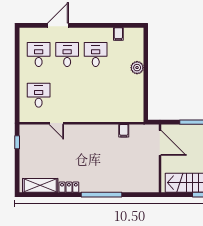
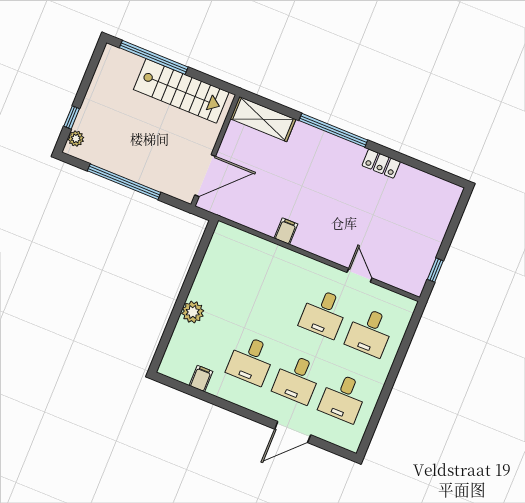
desk: (67, 95) -> (324, 313), added
filing cabinet: (124, 131) -> (286, 231), moved
door: (160, 143) -> (205, 176), swing flipped
shelving: (40, 185) -> (263, 119), moved

